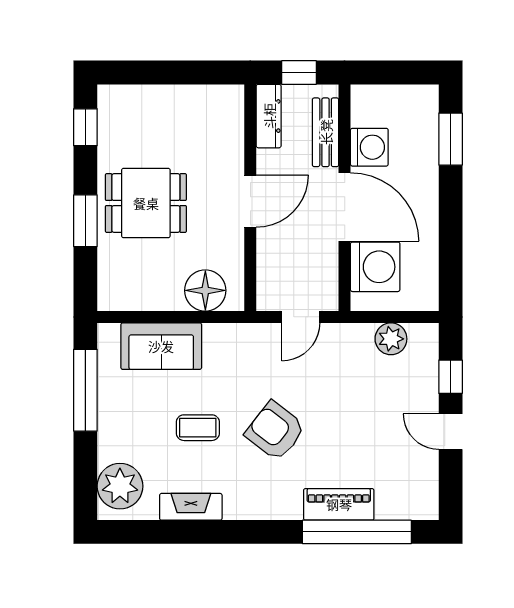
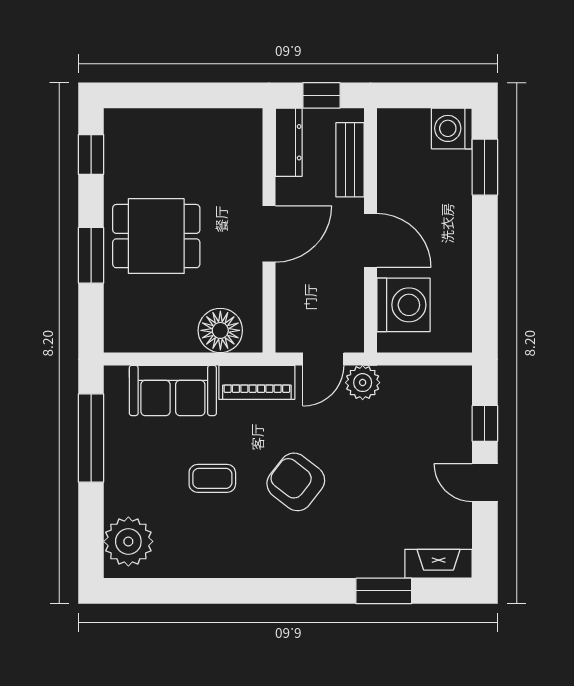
washing machine: (369, 147) -> (452, 128), moved, turned 180
door: (345, 207) -> (371, 240), width x0.73
plant: (391, 339) -> (363, 383), moved
piano: (339, 504) -> (257, 382), moved, turned 180
fireplace: (191, 507) -> (439, 564), moved
window: (357, 532) -> (384, 591), width x0.47

